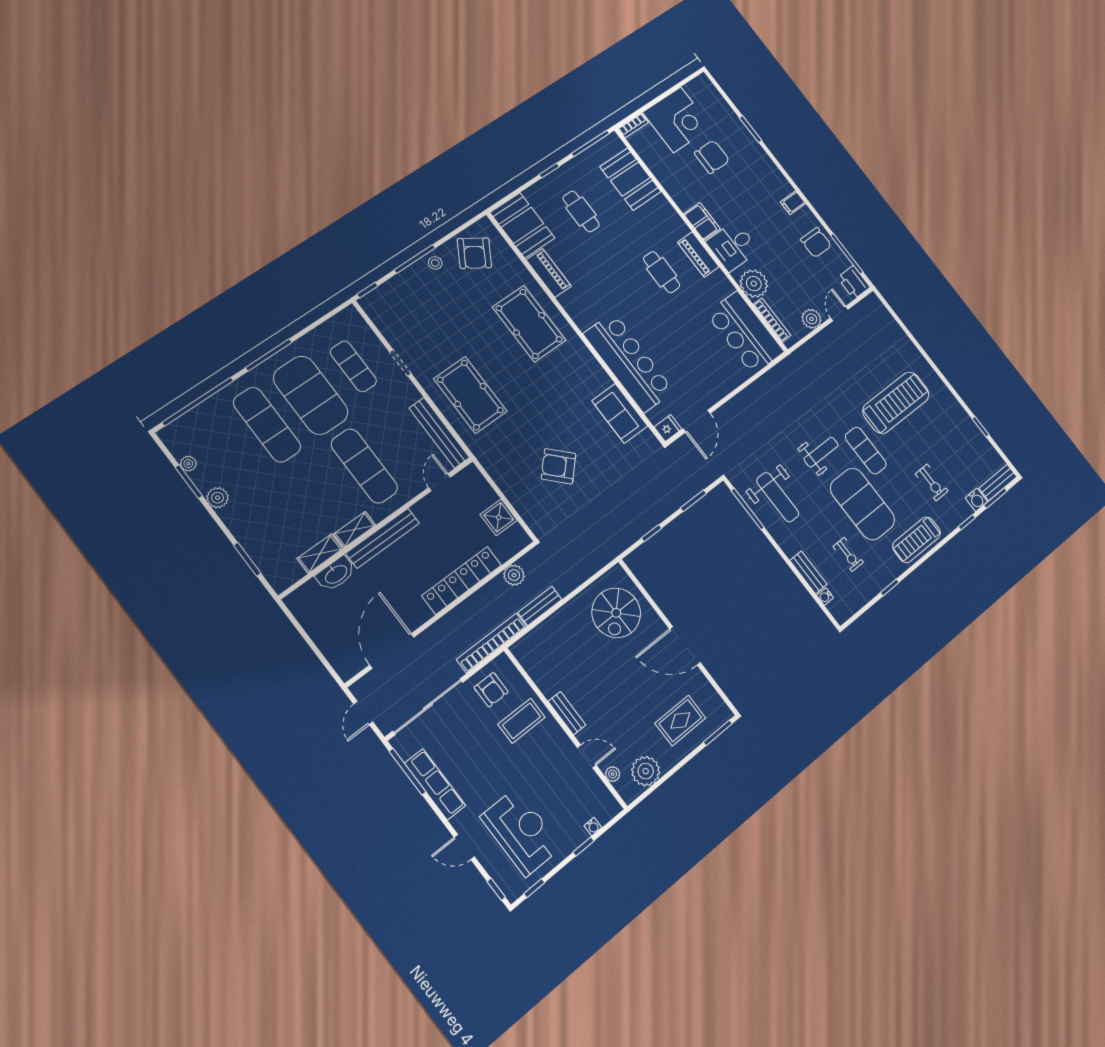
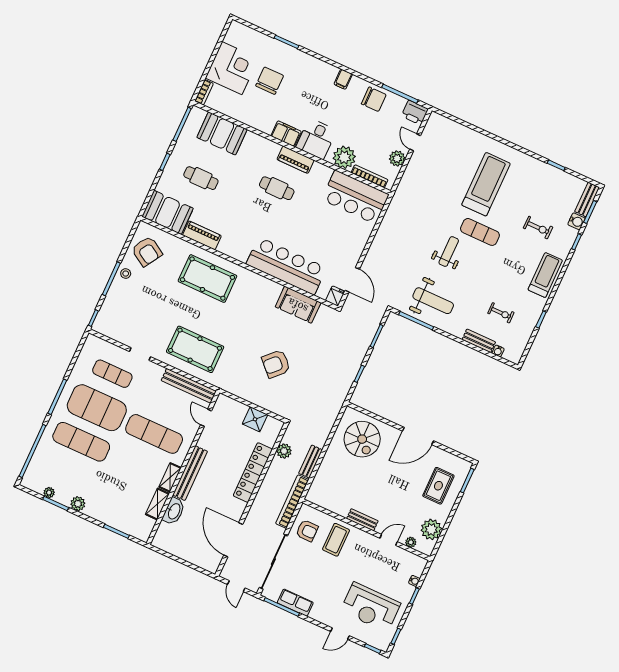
exercise mat: (863, 504) -> (495, 272), removed
treadmill: (917, 540) -> (545, 275), turned 180
row of seats: (435, 784) -> (295, 603), width x0.68
reception desk: (521, 832) -> (370, 607), turned 180

